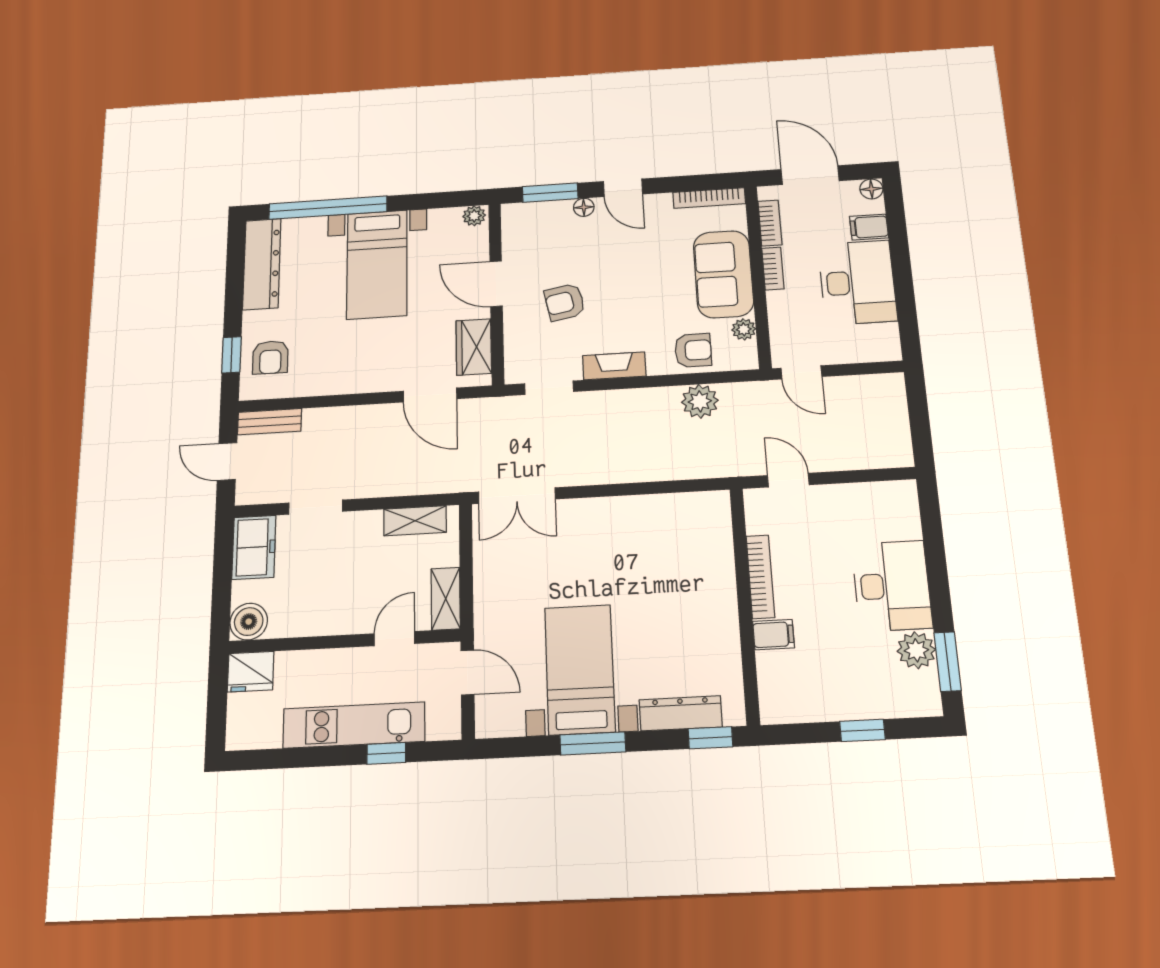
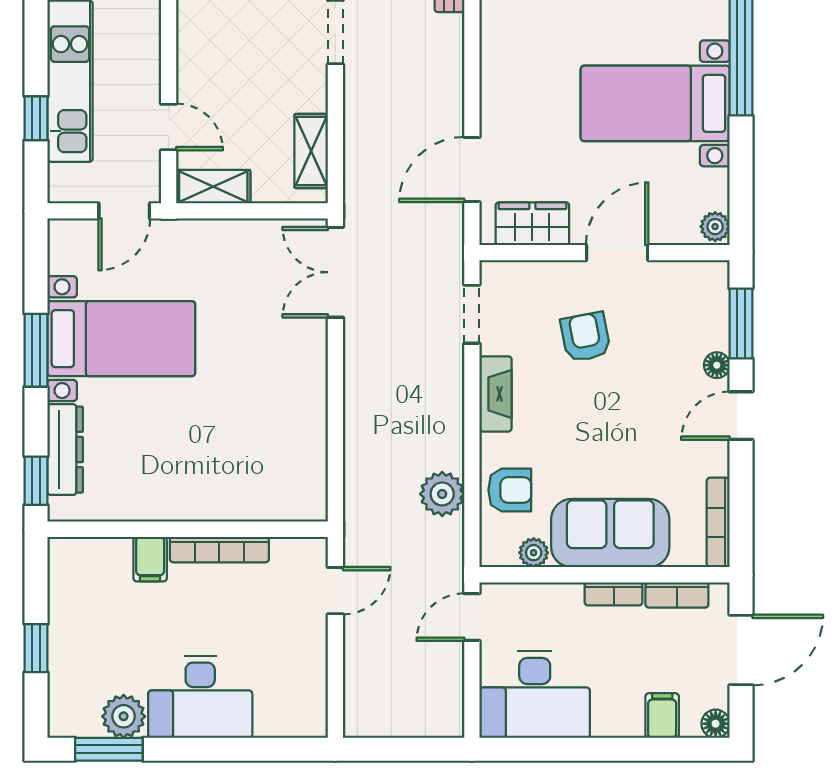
desk: (857, 282) -> (535, 694), moved
armchair: (693, 350) -> (510, 490), turned -90

